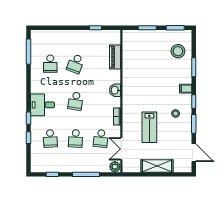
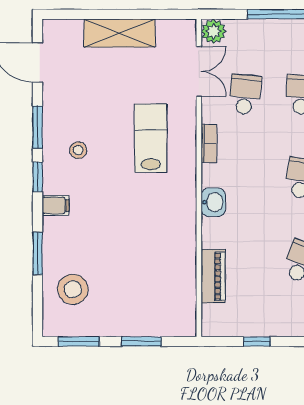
lab bench: (149, 127) -> (151, 138), moved

